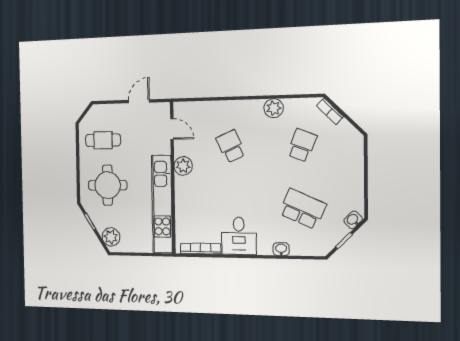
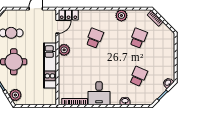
locker: (189, 110) -> (68, 15), added
door: (172, 129) -> (57, 27), hinge flipped
school desk: (231, 146) -> (95, 38), turned 45
kitchen unit: (162, 204) -> (50, 66), width x0.73
school desk: (303, 209) -> (138, 76), width x0.54

